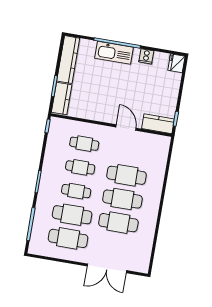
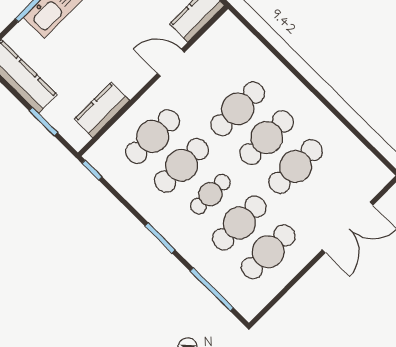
kitchen counter: (62, 99) -> (102, 110), moved, turned -90
cafe table: (84, 144) -> (153, 137), width x1.37, depth x1.35
cafe table: (80, 167) -> (181, 165), width x1.37, depth x1.35

